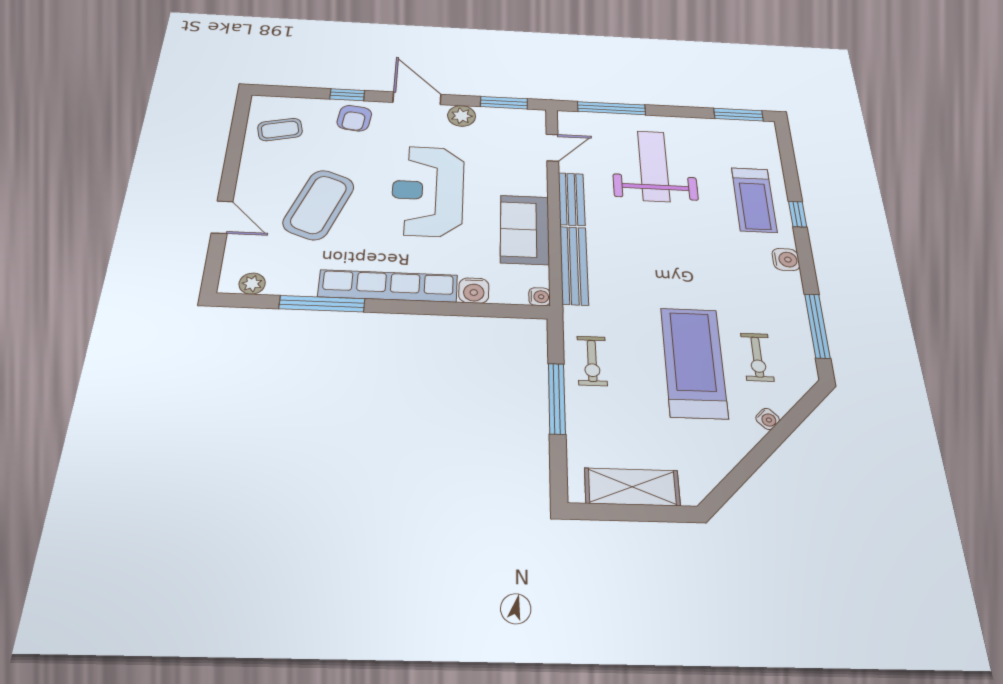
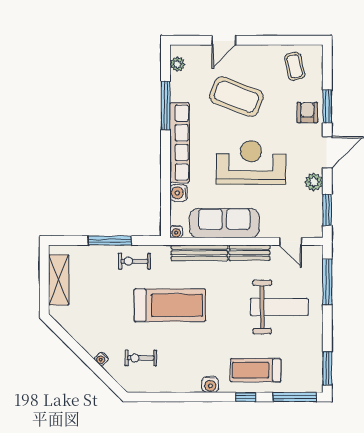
window: (347, 95) -> (327, 106), width x1.50
armchair: (354, 118) -> (307, 113), turned 82
sofa: (525, 230) -> (224, 223), width x1.36
window: (817, 326) -> (295, 397), moved
treadmill: (694, 362) -> (170, 305), moved

